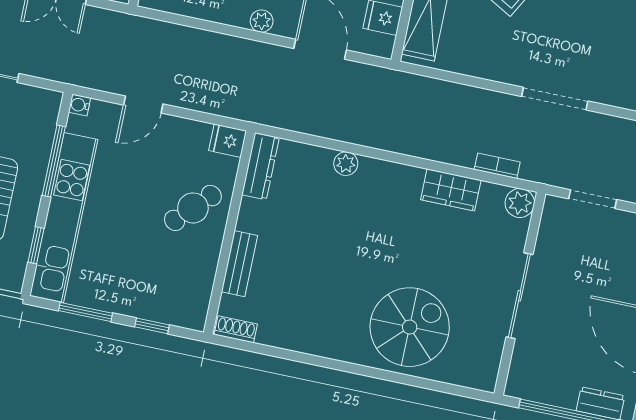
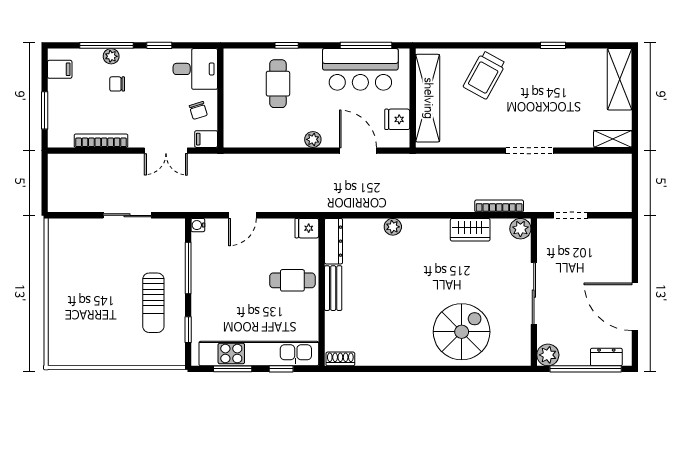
bookcase: (497, 166) -> (499, 206), width x1.56
cafe table: (193, 208) -> (292, 280), turned 46
kitchen unit: (64, 218) -> (259, 354), moved, turned -90
bench: (239, 264) -> (333, 288), moved
plant: (521, 384) -> (548, 355), added

